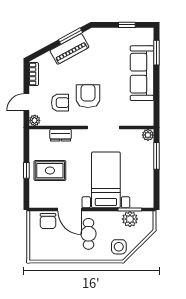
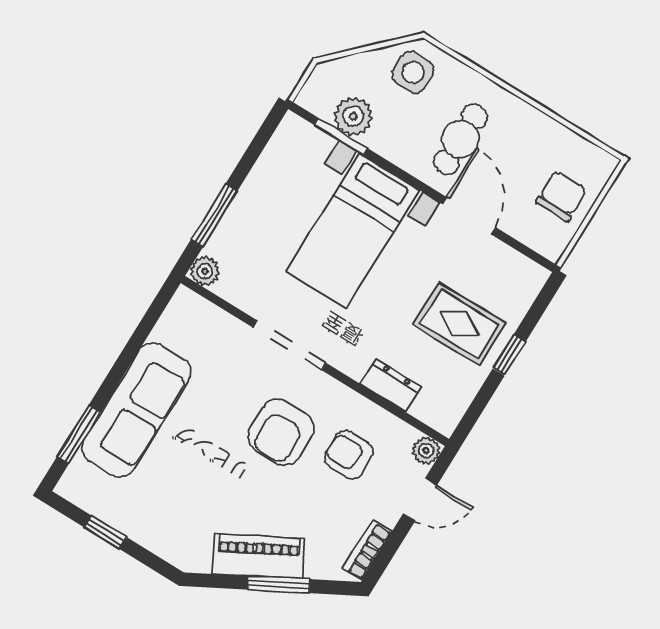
window: (70, 36) -> (279, 584), moved
chair: (48, 221) -> (561, 196), moved

